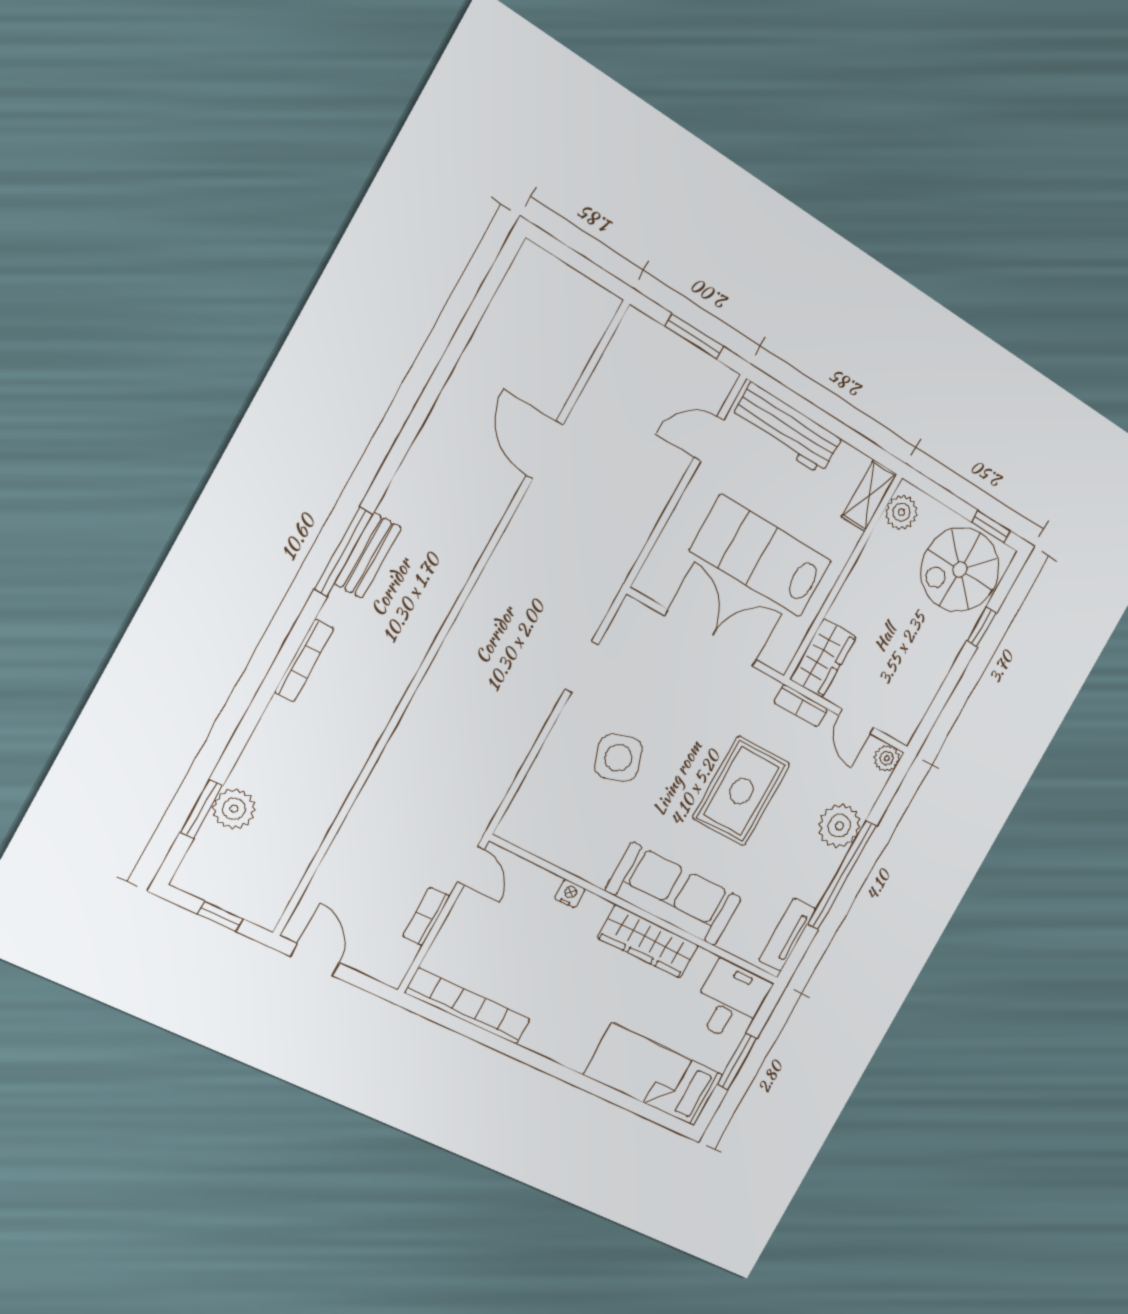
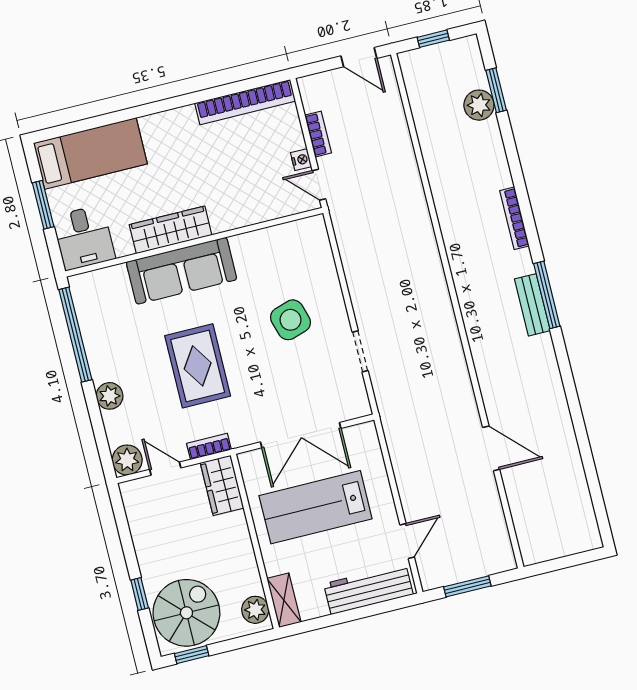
lab bench: (761, 556) -> (316, 507), turned 180
plant: (887, 758) -> (127, 460), width x1.38, depth x1.38
plant: (839, 826) -> (110, 396), width x0.73, depth x0.73
window: (842, 875) -> (75, 335), moved
nightstand: (570, 894) -> (301, 160), moved, turned -90
tv unit: (787, 935) -> (85, 307), removed

